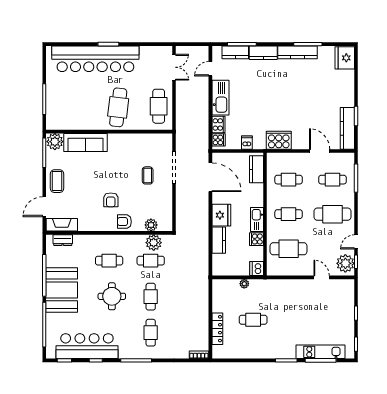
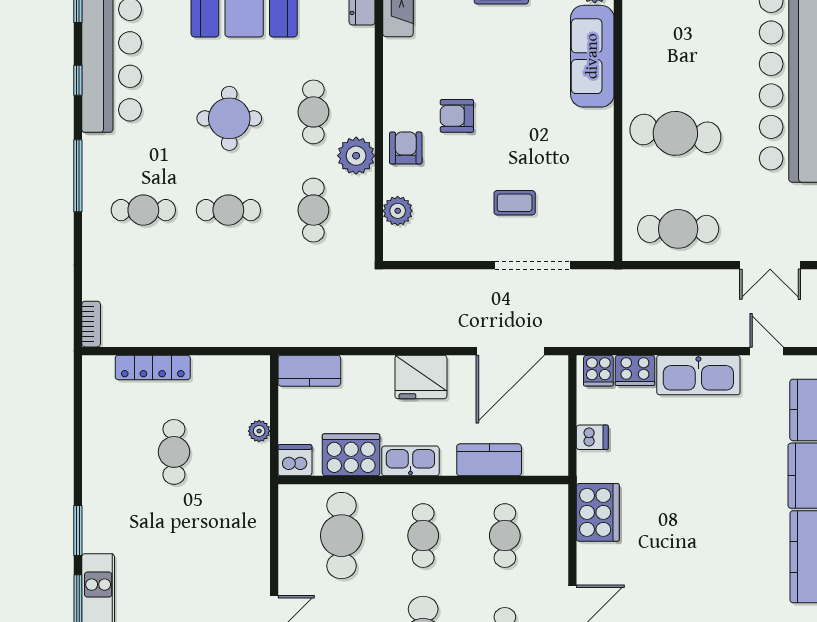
kitchen counter: (256, 169) -> (489, 460), moved
cooker: (256, 239) -> (351, 455), width x1.87, depth x1.31
kitchen counter: (219, 240) -> (309, 371), moved
plant: (154, 243) -> (356, 156), moved

